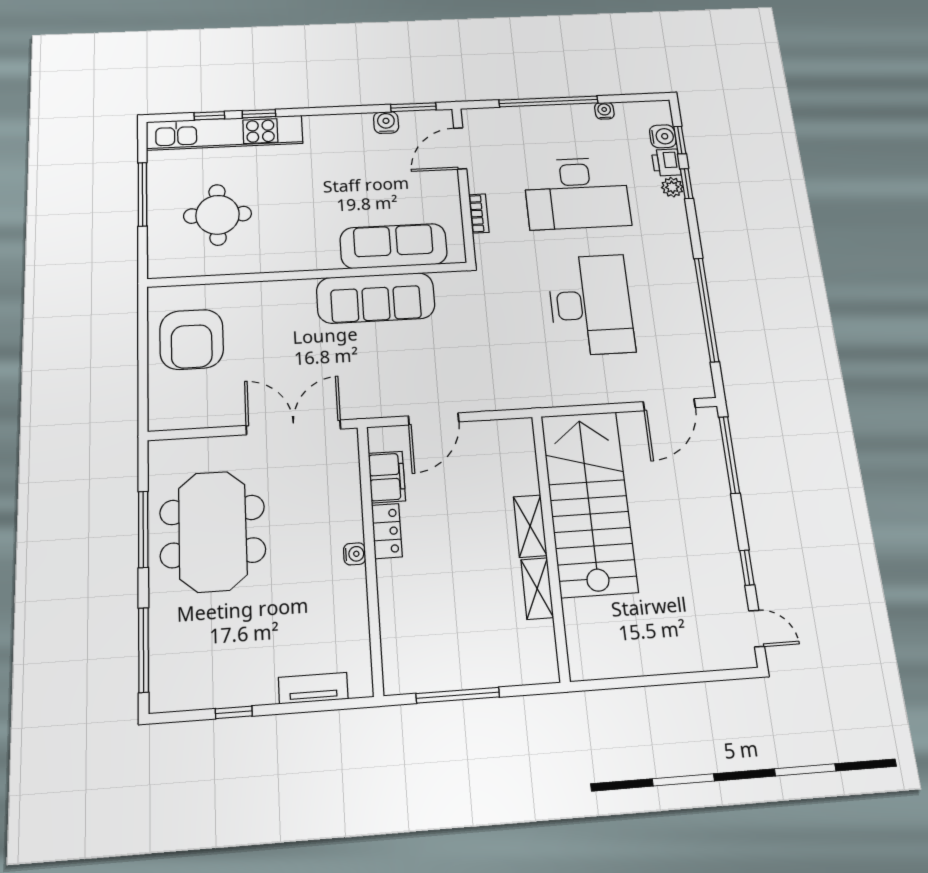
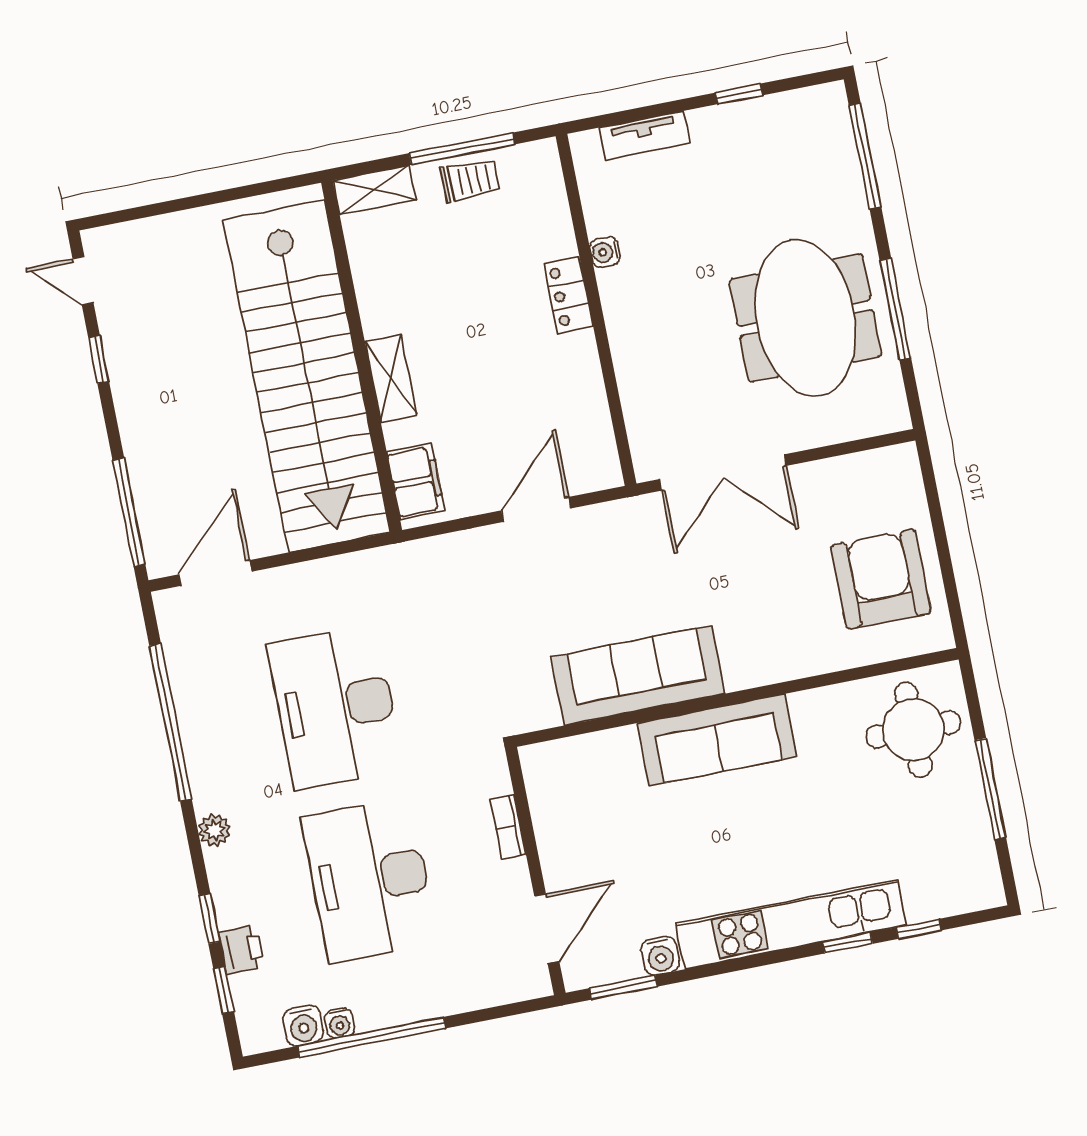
window: (548, 101) -> (372, 1037), moved
kitchen unit: (225, 133) -> (791, 924), moved
water cooler: (663, 136) -> (303, 1025), moved, turned -90
plant: (672, 187) -> (214, 830), moved
desk: (577, 193) -> (369, 880), turned -90
round table: (218, 215) -> (913, 730), moved
sofa: (394, 246) -> (717, 740), moved
filing cabinet: (387, 477) -> (416, 482), moved, turned 180
stairs: (589, 503) -> (307, 376), width x1.36
locker: (387, 531) -> (569, 295), moved
water cooler: (355, 554) -> (605, 252), moved
shelving: (537, 588) -> (375, 190), moved, turned 90
trolley: (454, 669) -> (470, 180), added

